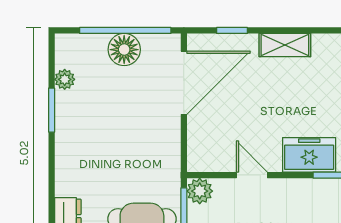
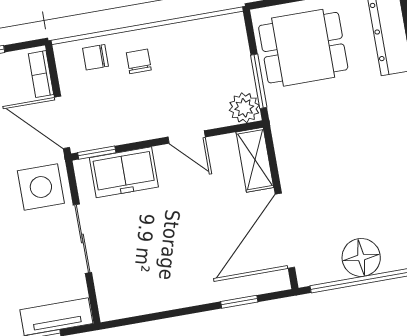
shelving: (285, 45) -> (255, 160), moved, turned 90

